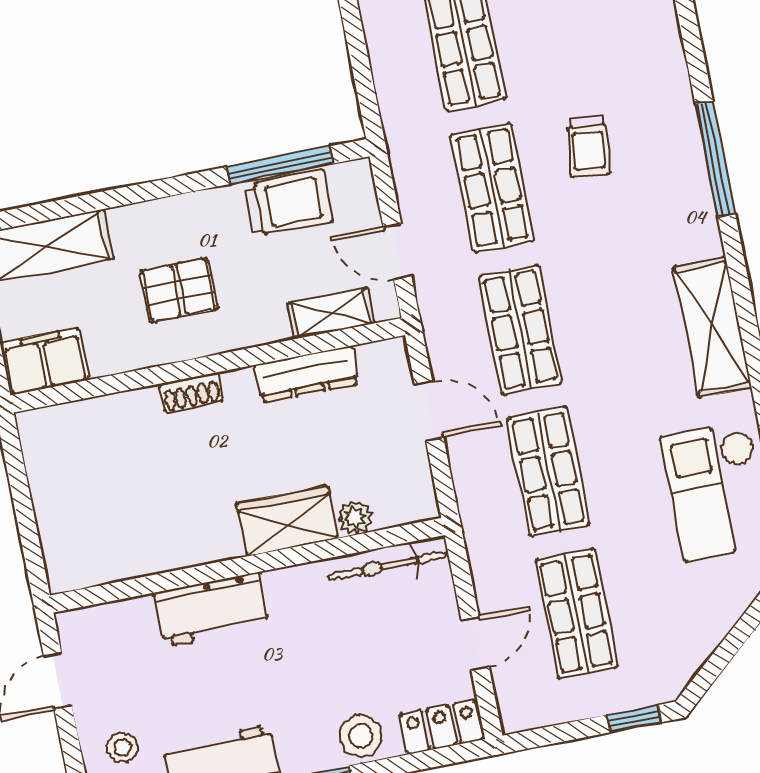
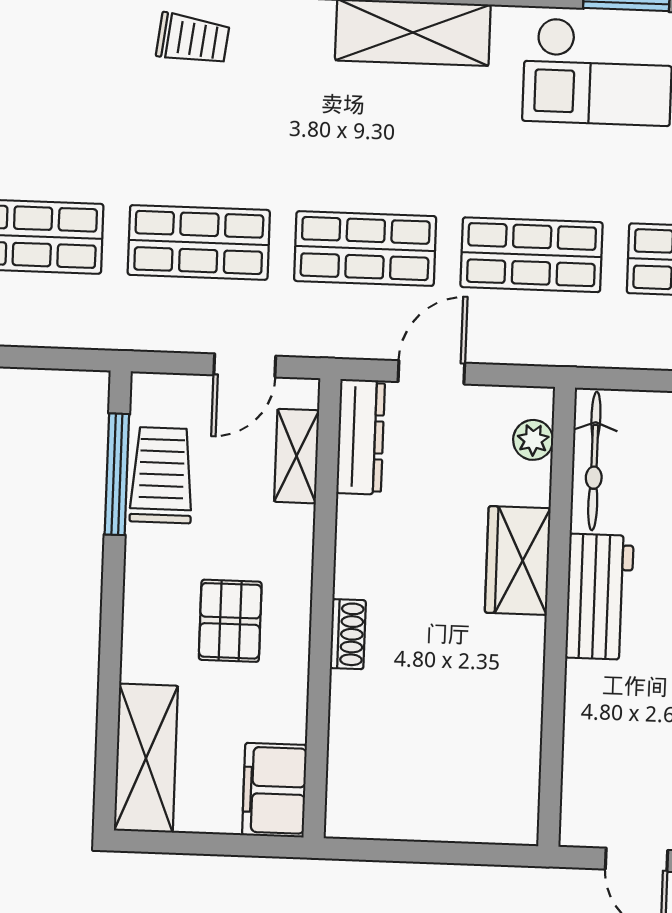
trolley: (588, 147) -> (193, 39), moved
dresser: (307, 374) -> (361, 437), moved
plant: (355, 517) -> (533, 440), moved
workbench: (212, 609) -> (599, 597), moved

